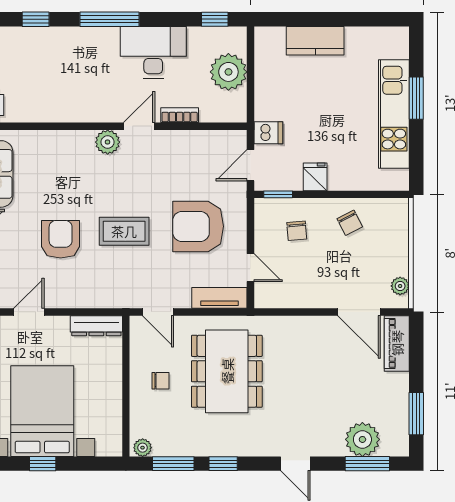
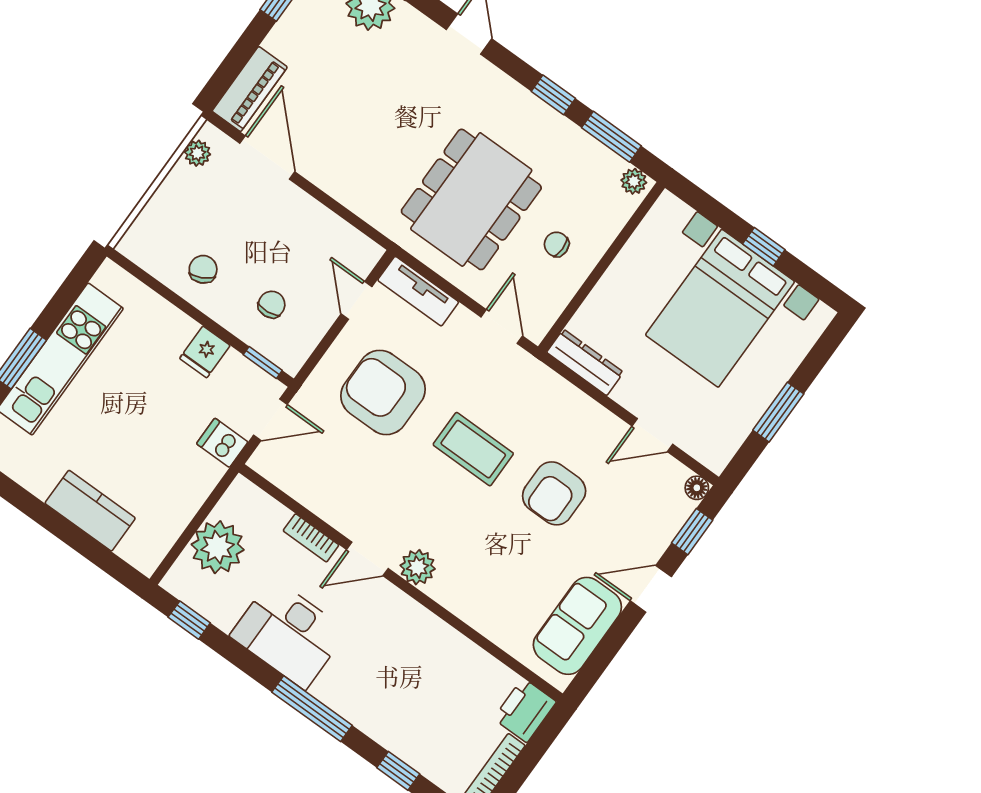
armchair: (198, 226) -> (383, 392), turned 180

